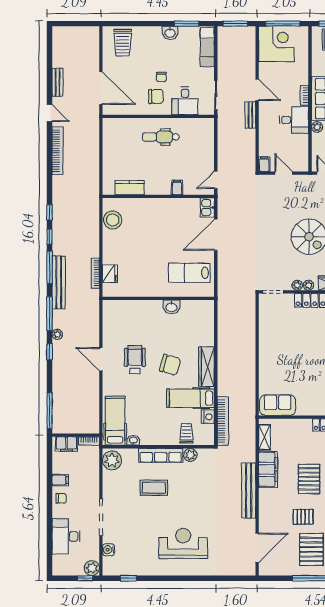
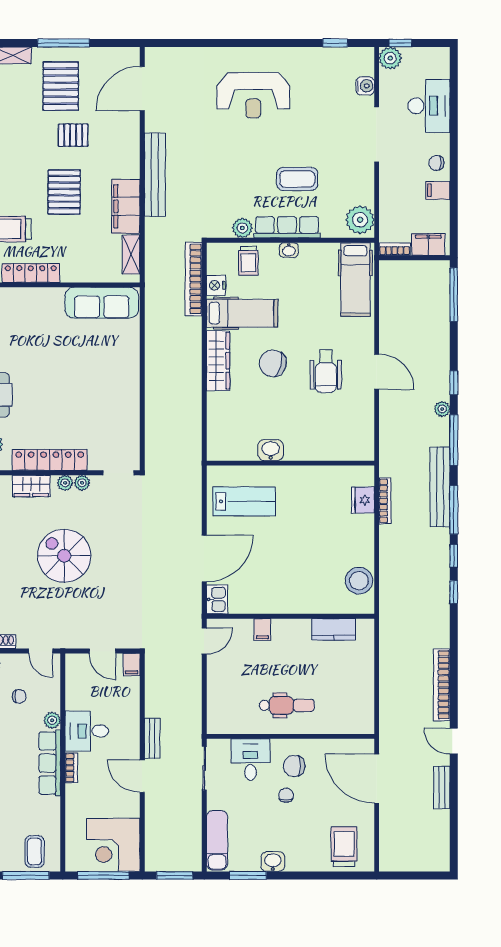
sofa: (278, 405) -> (102, 303), width x1.36
washbasin: (133, 440) -> (289, 250), moved

